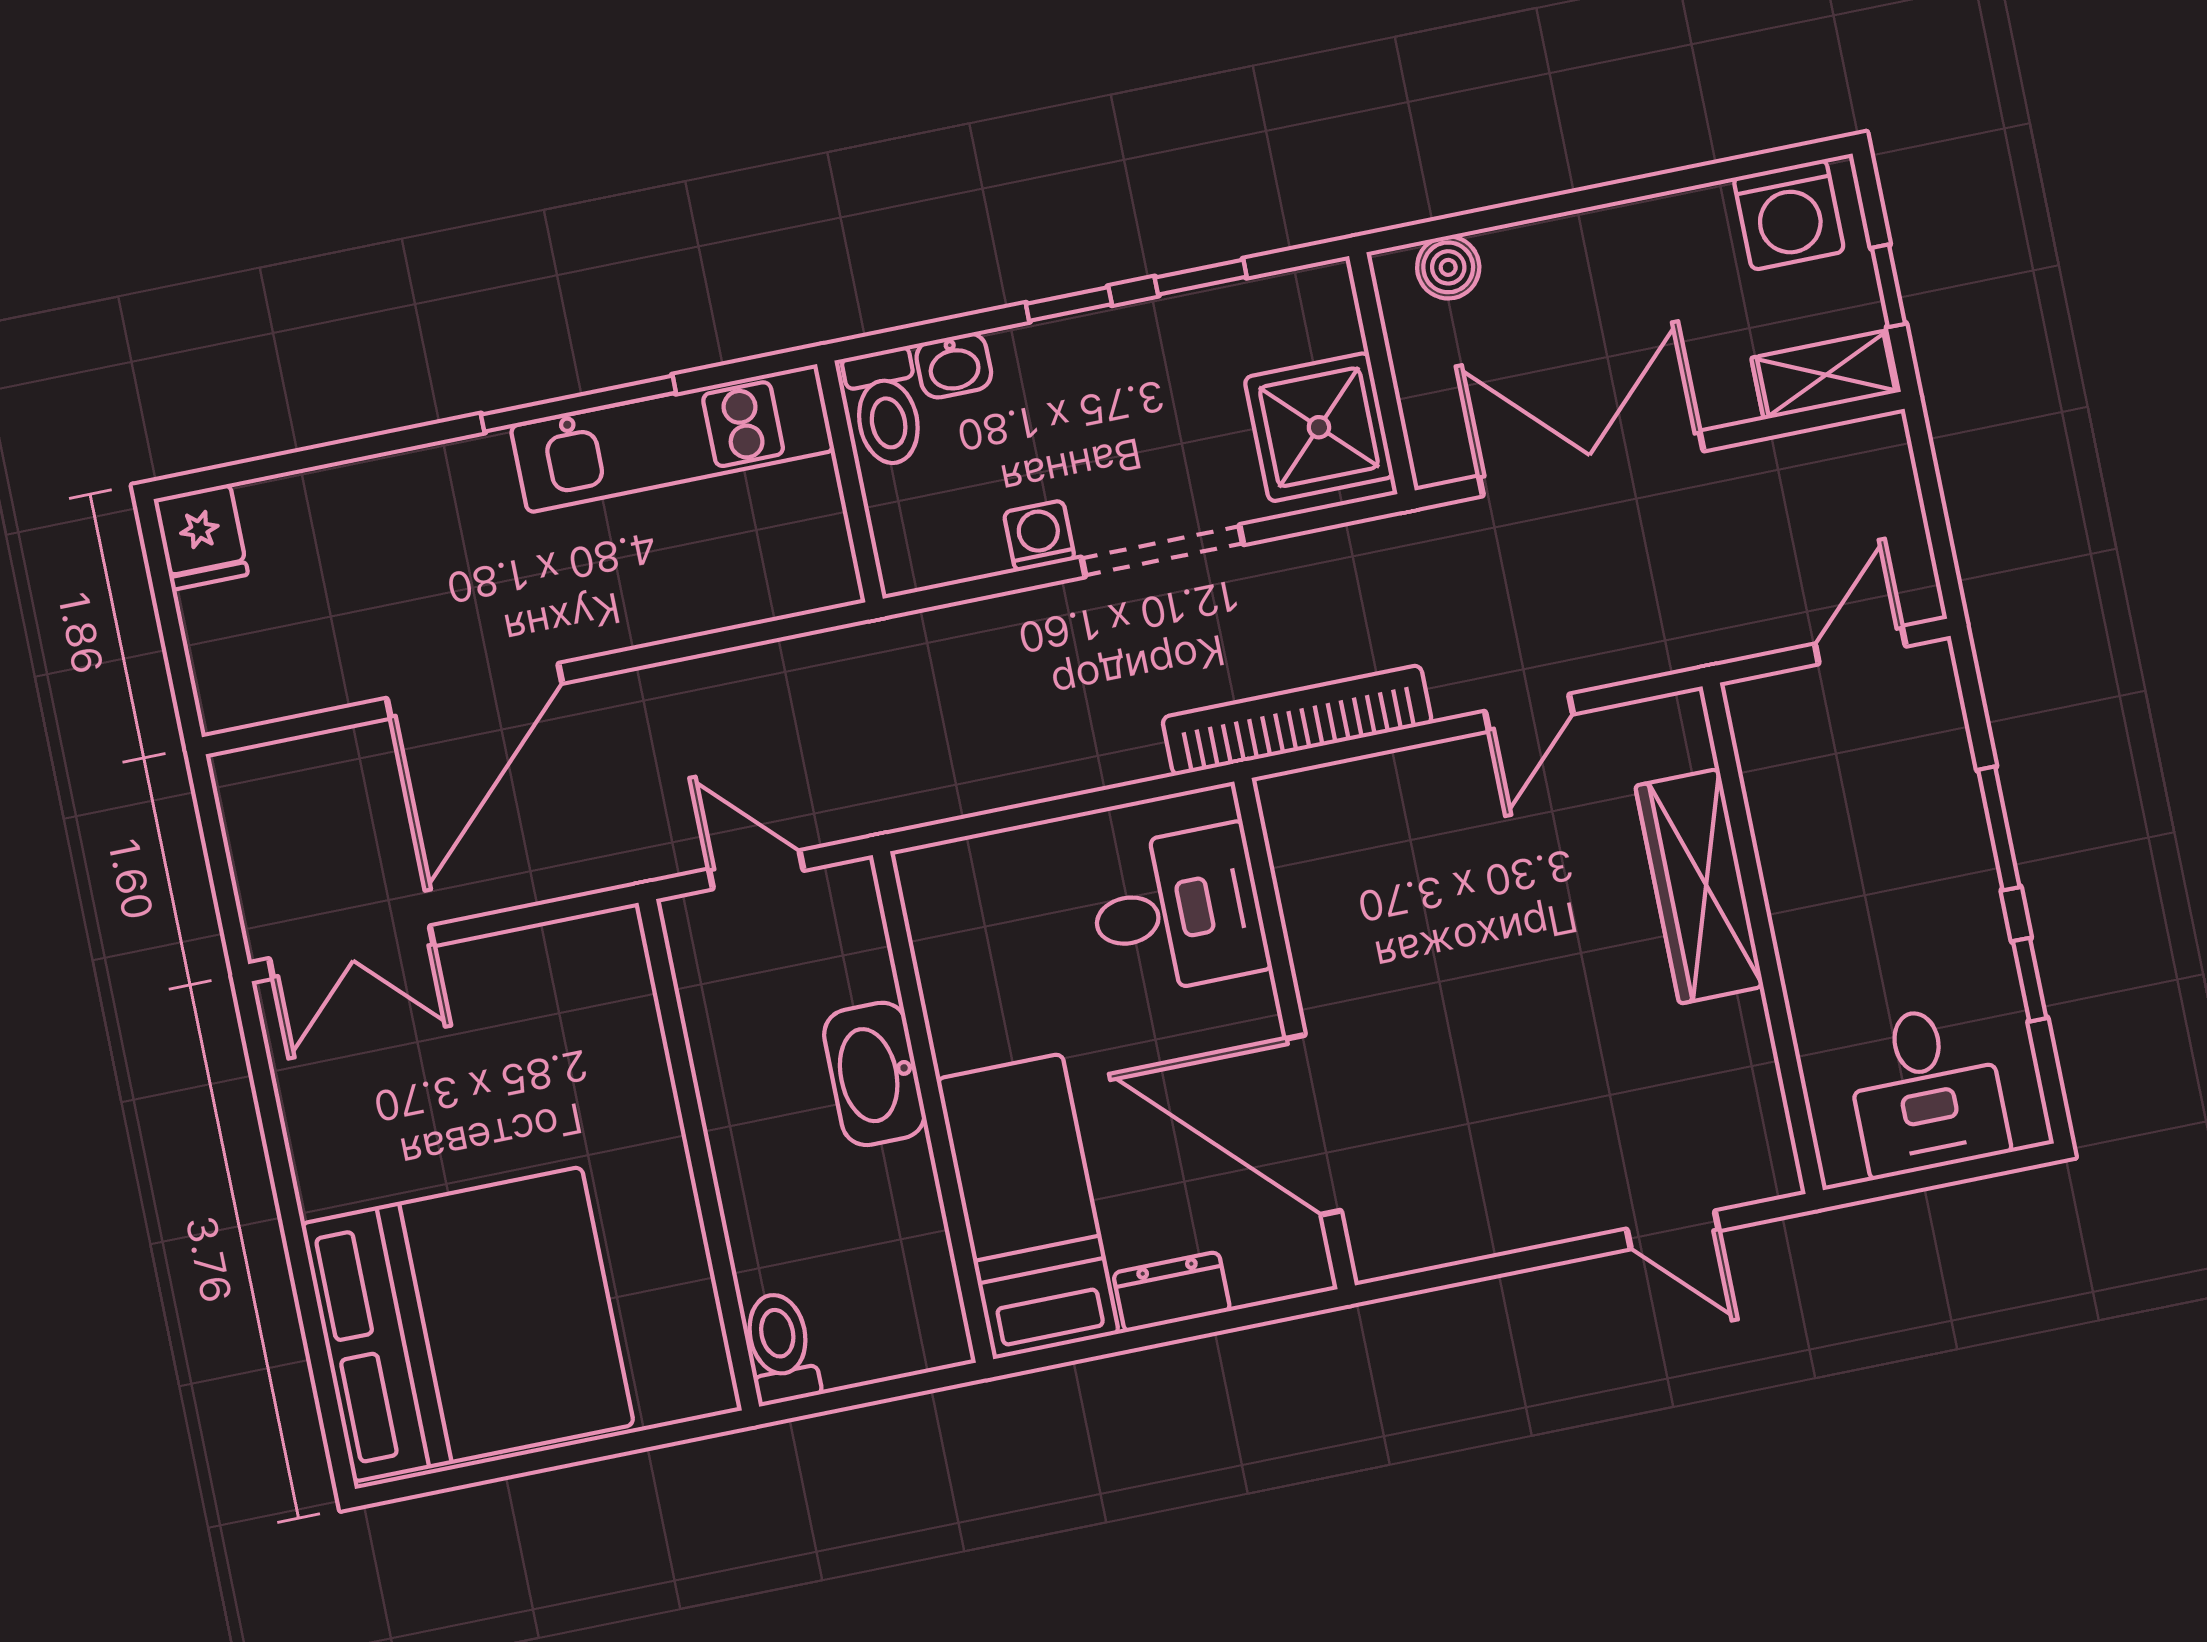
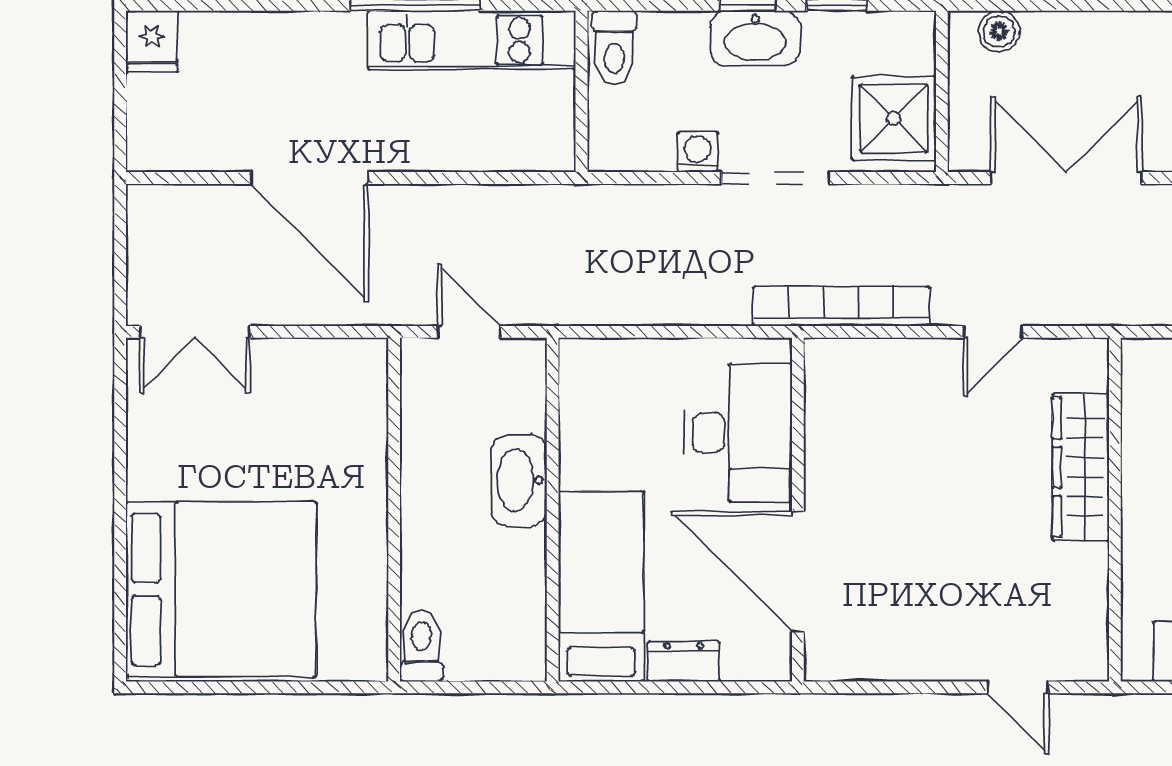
washbasin: (954, 365) -> (755, 38), moved, width x1.91, depth x1.45
door: (475, 691) -> (310, 178), hinge flipped
desk: (1177, 910) -> (738, 433), width x1.37

